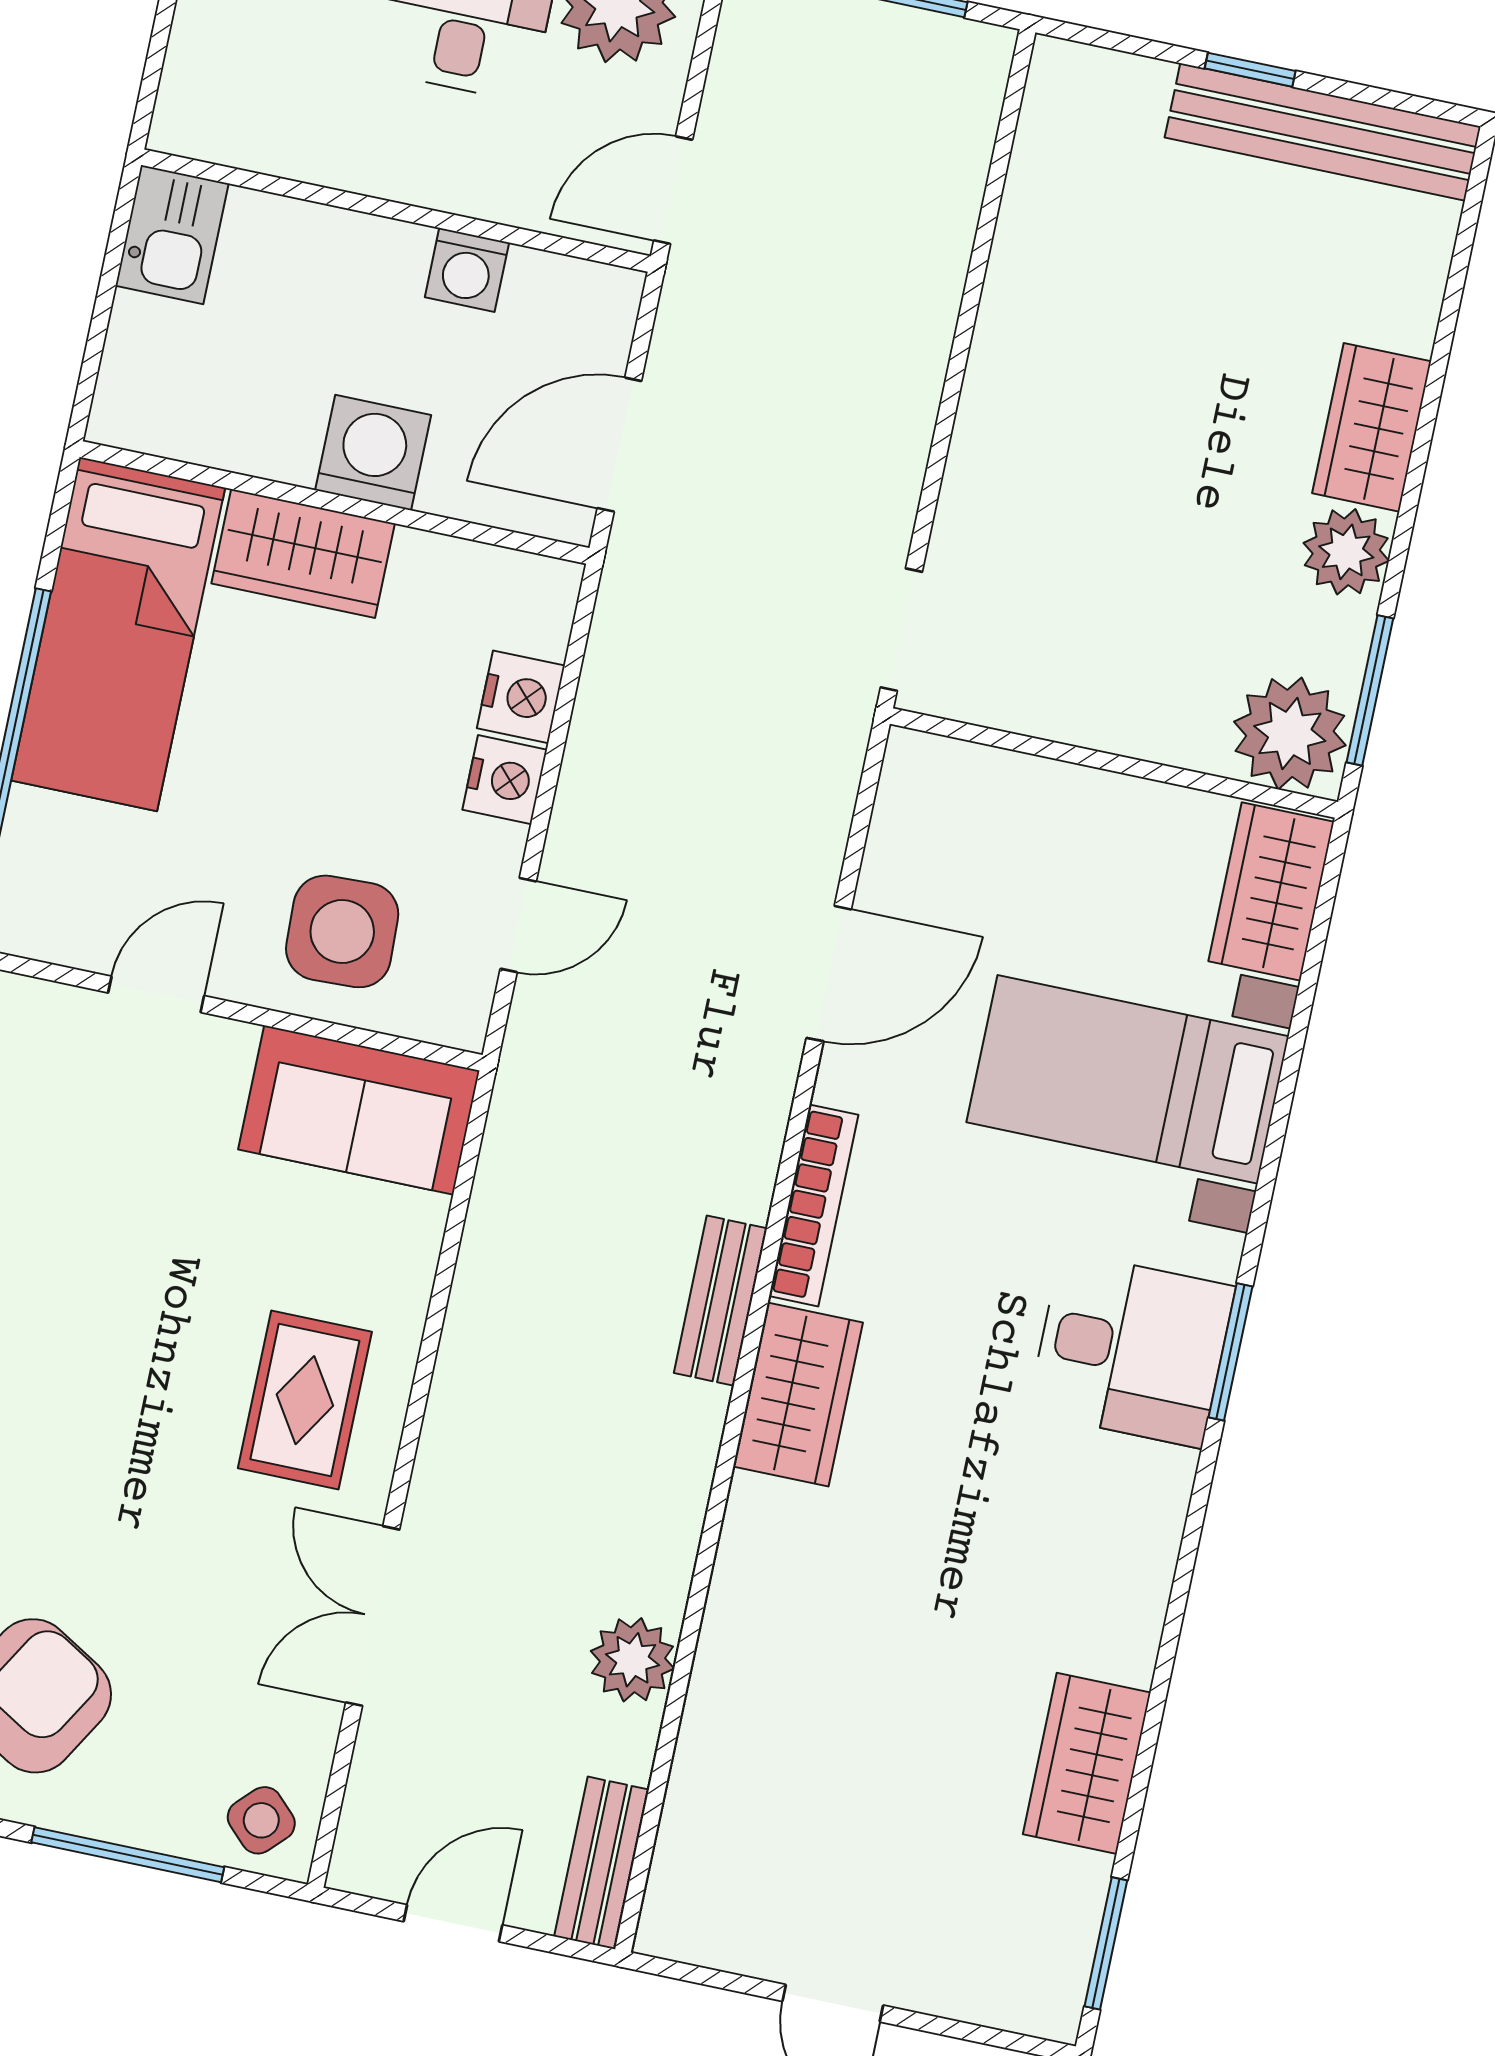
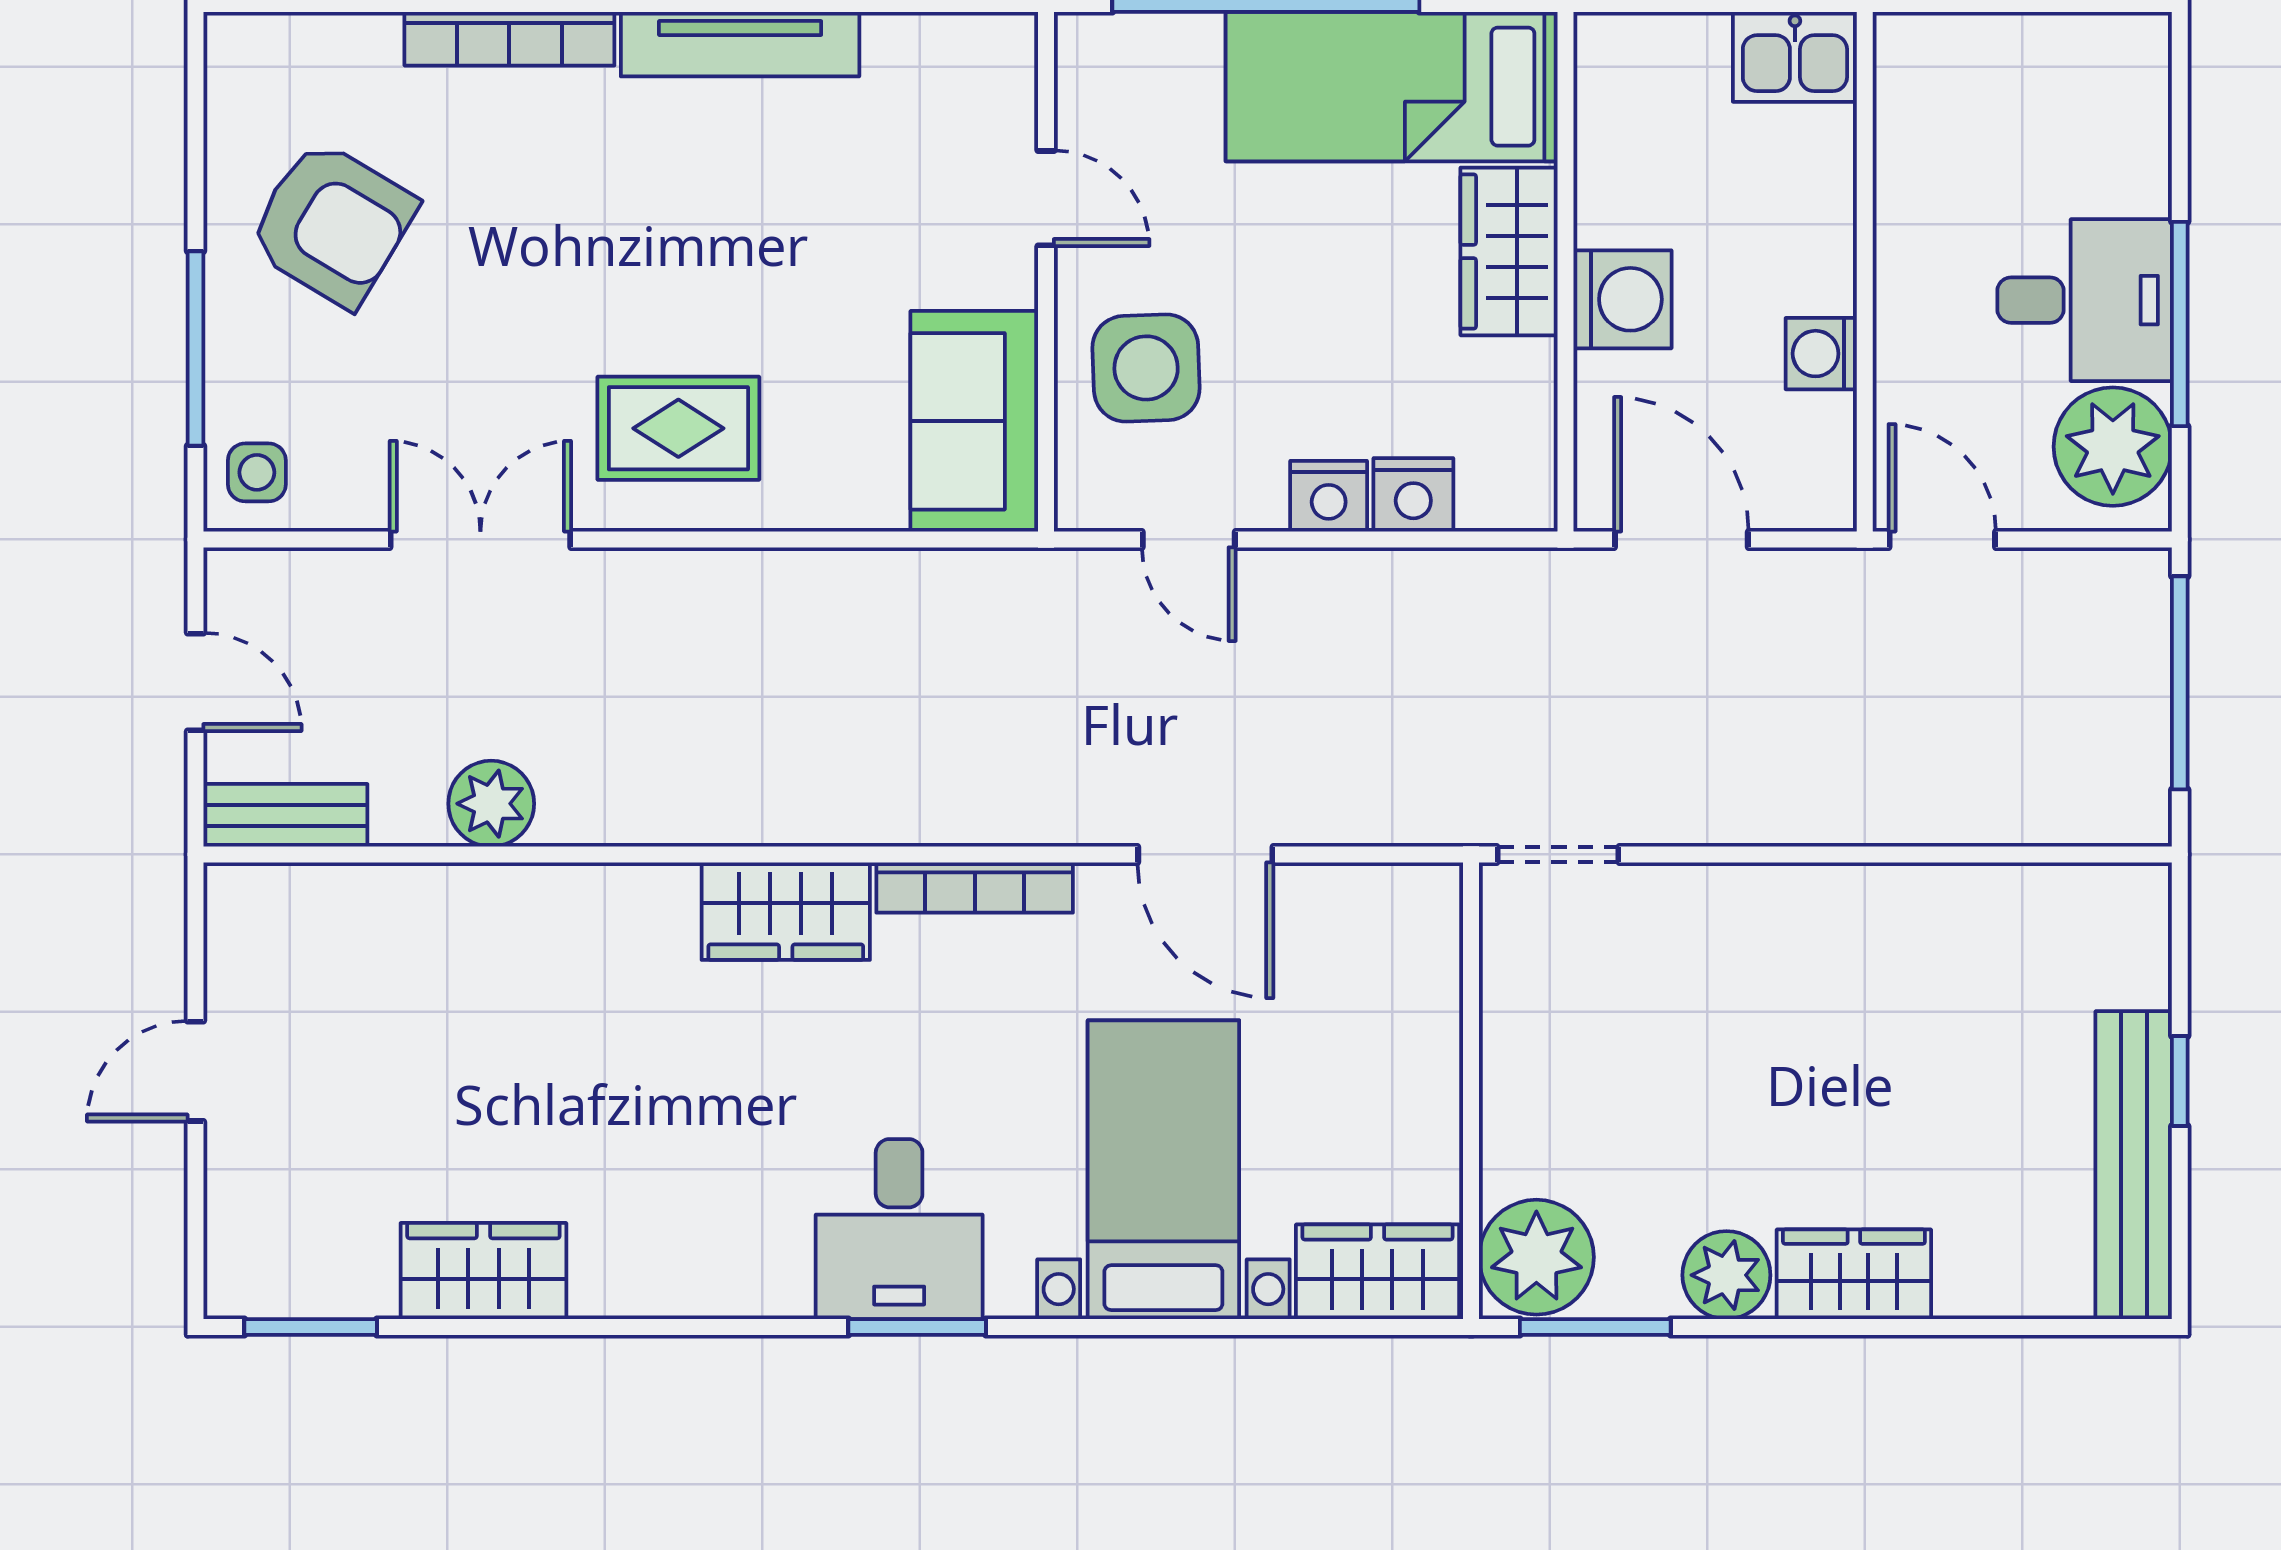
bench: (720, 1301) -> (862, 816), removed
side table: (261, 1820) -> (257, 472), turned 45

